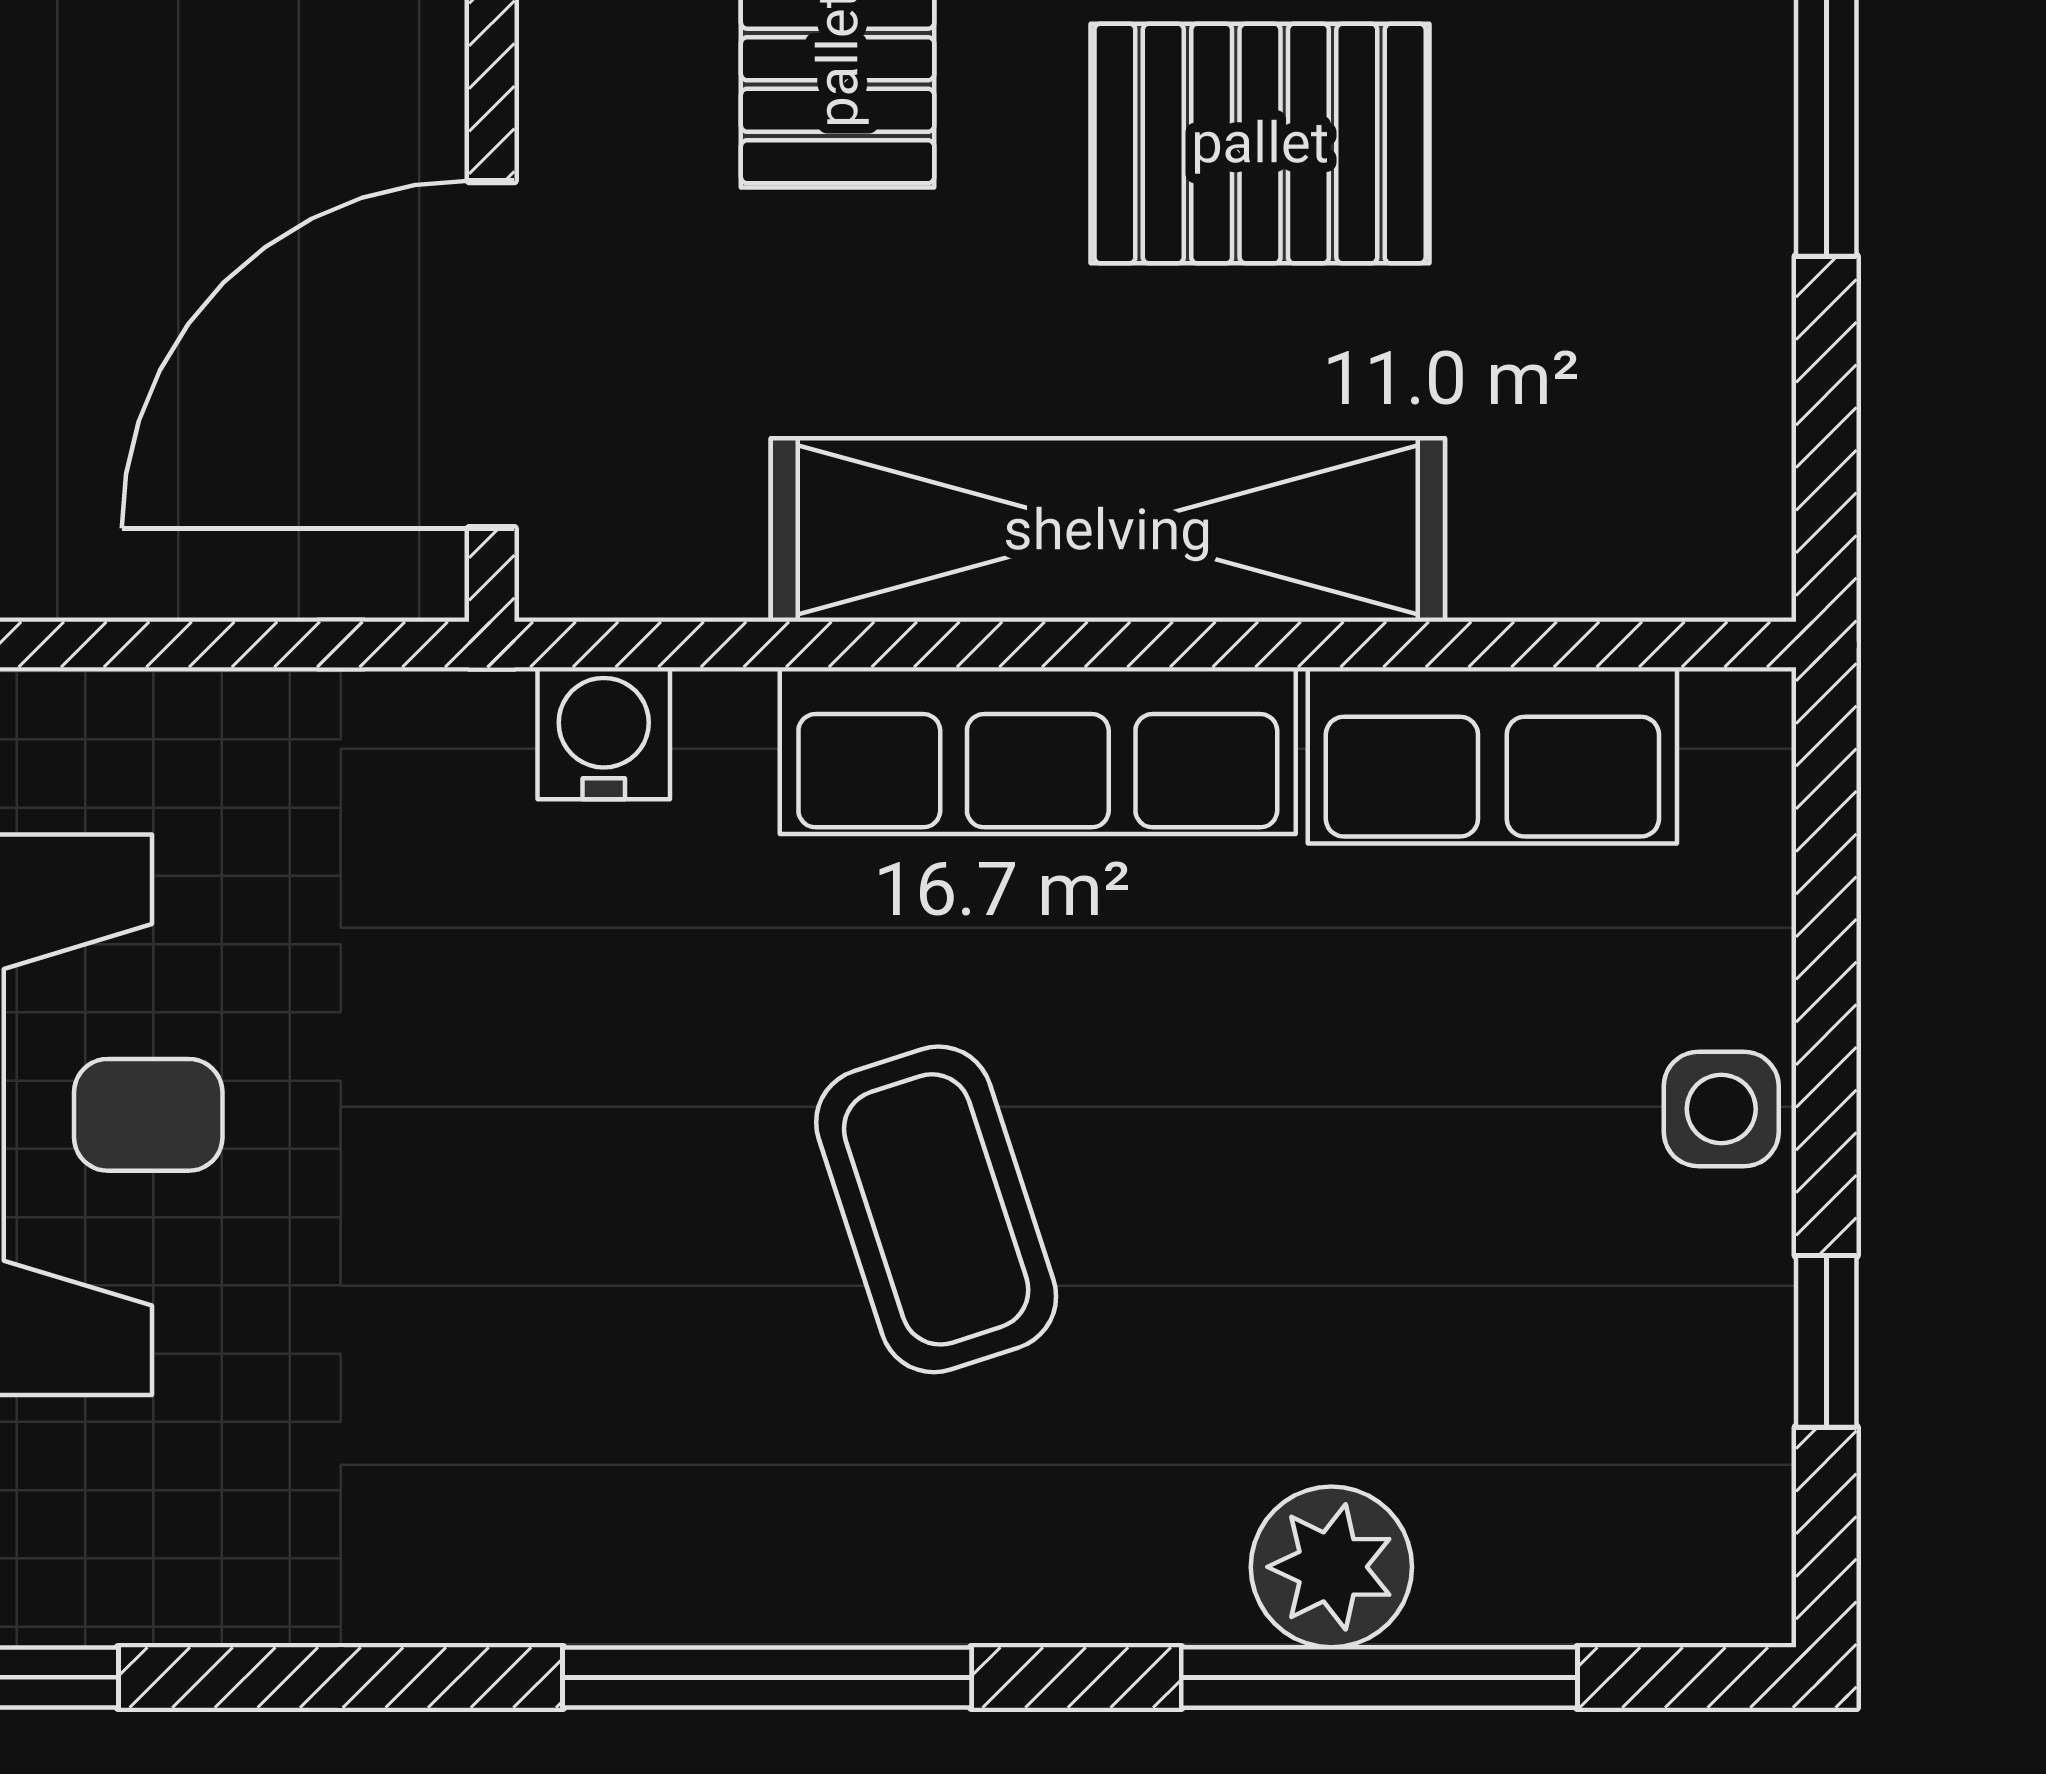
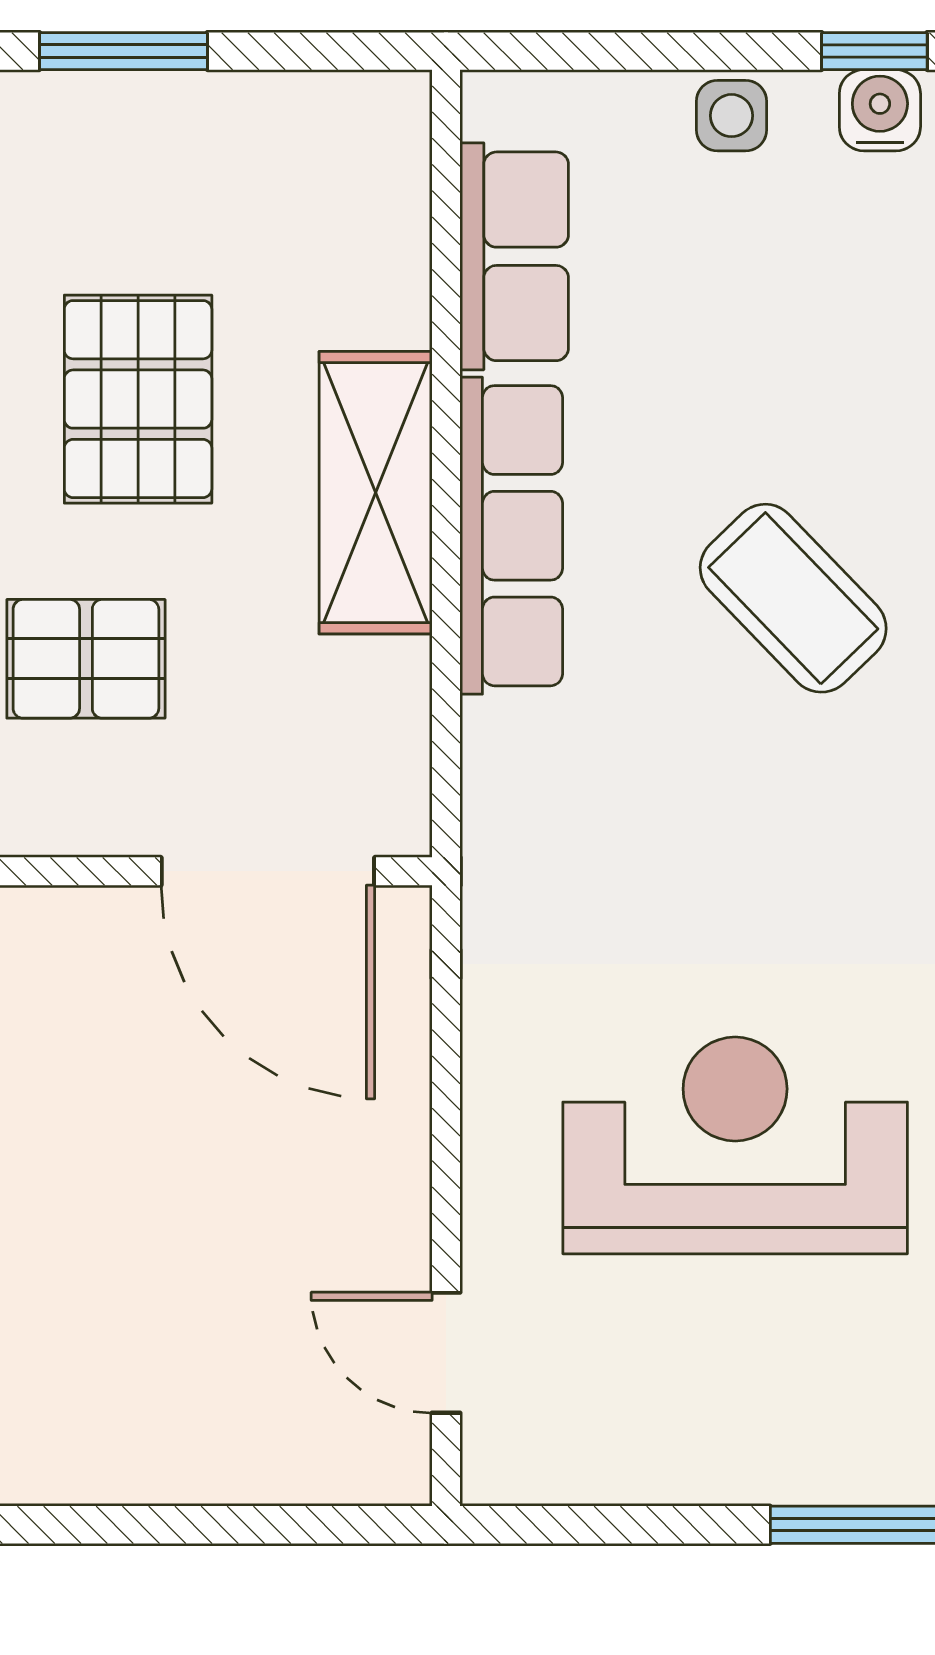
shelving: (1108, 530) -> (376, 493), width x0.68
water cooler: (604, 733) -> (880, 110), moved, turned 90
coffee table: (936, 1209) -> (793, 598), turned 64

